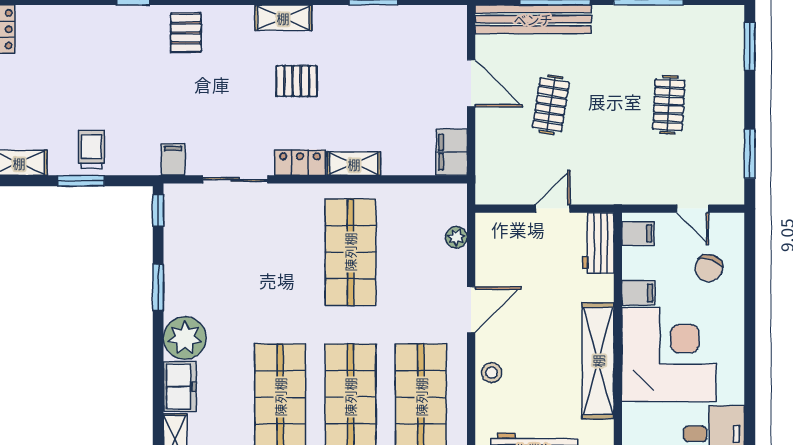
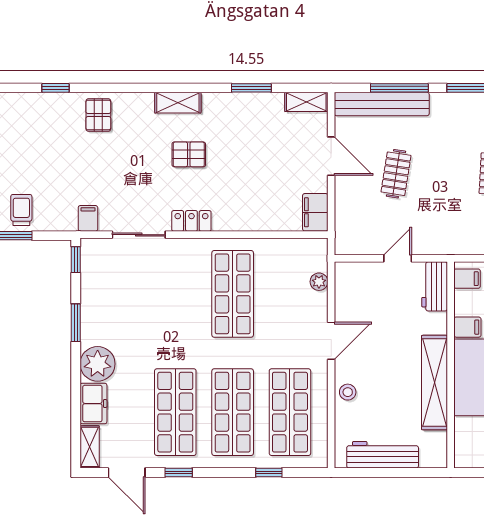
shelving: (354, 164) -> (306, 102), moved

